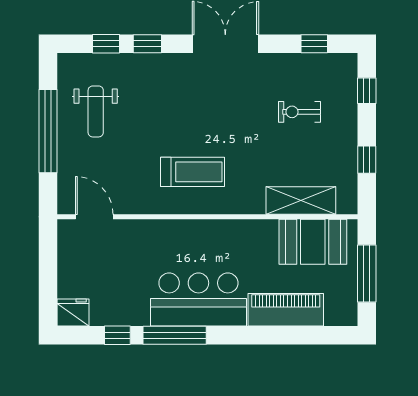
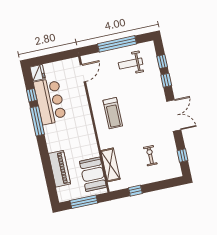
window: (367, 91) -> (166, 184), removed
bar counter: (198, 299) -> (50, 101), moved

